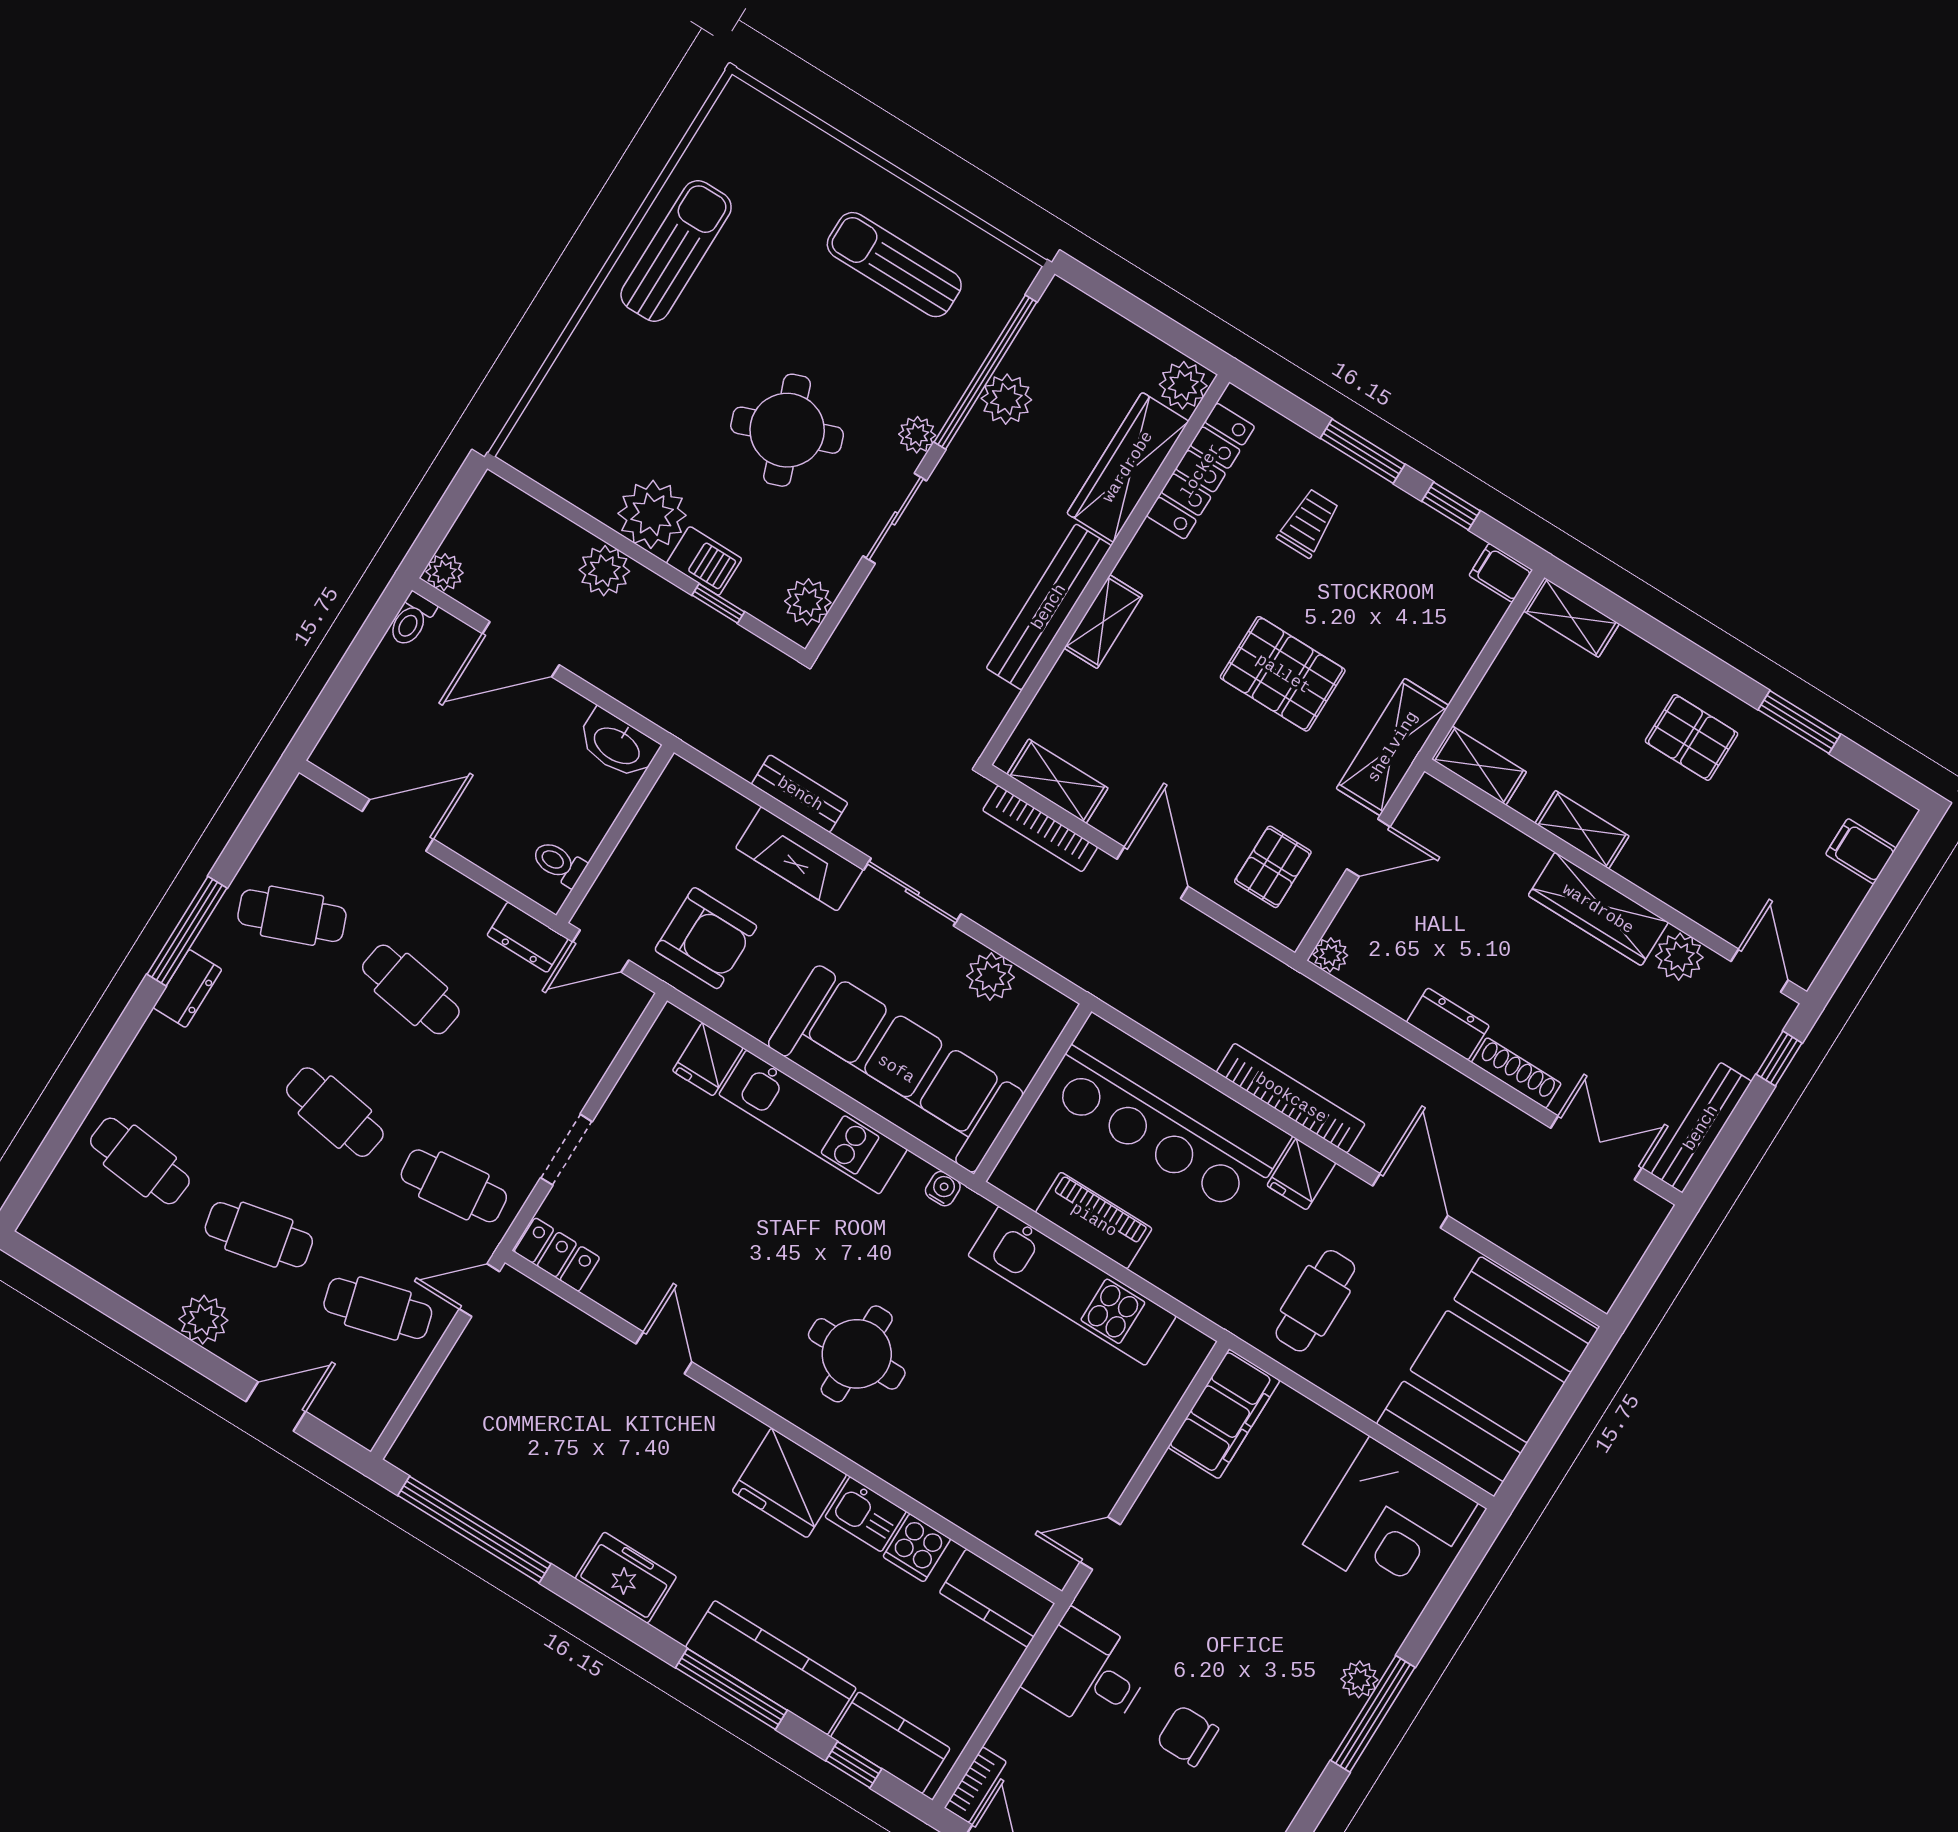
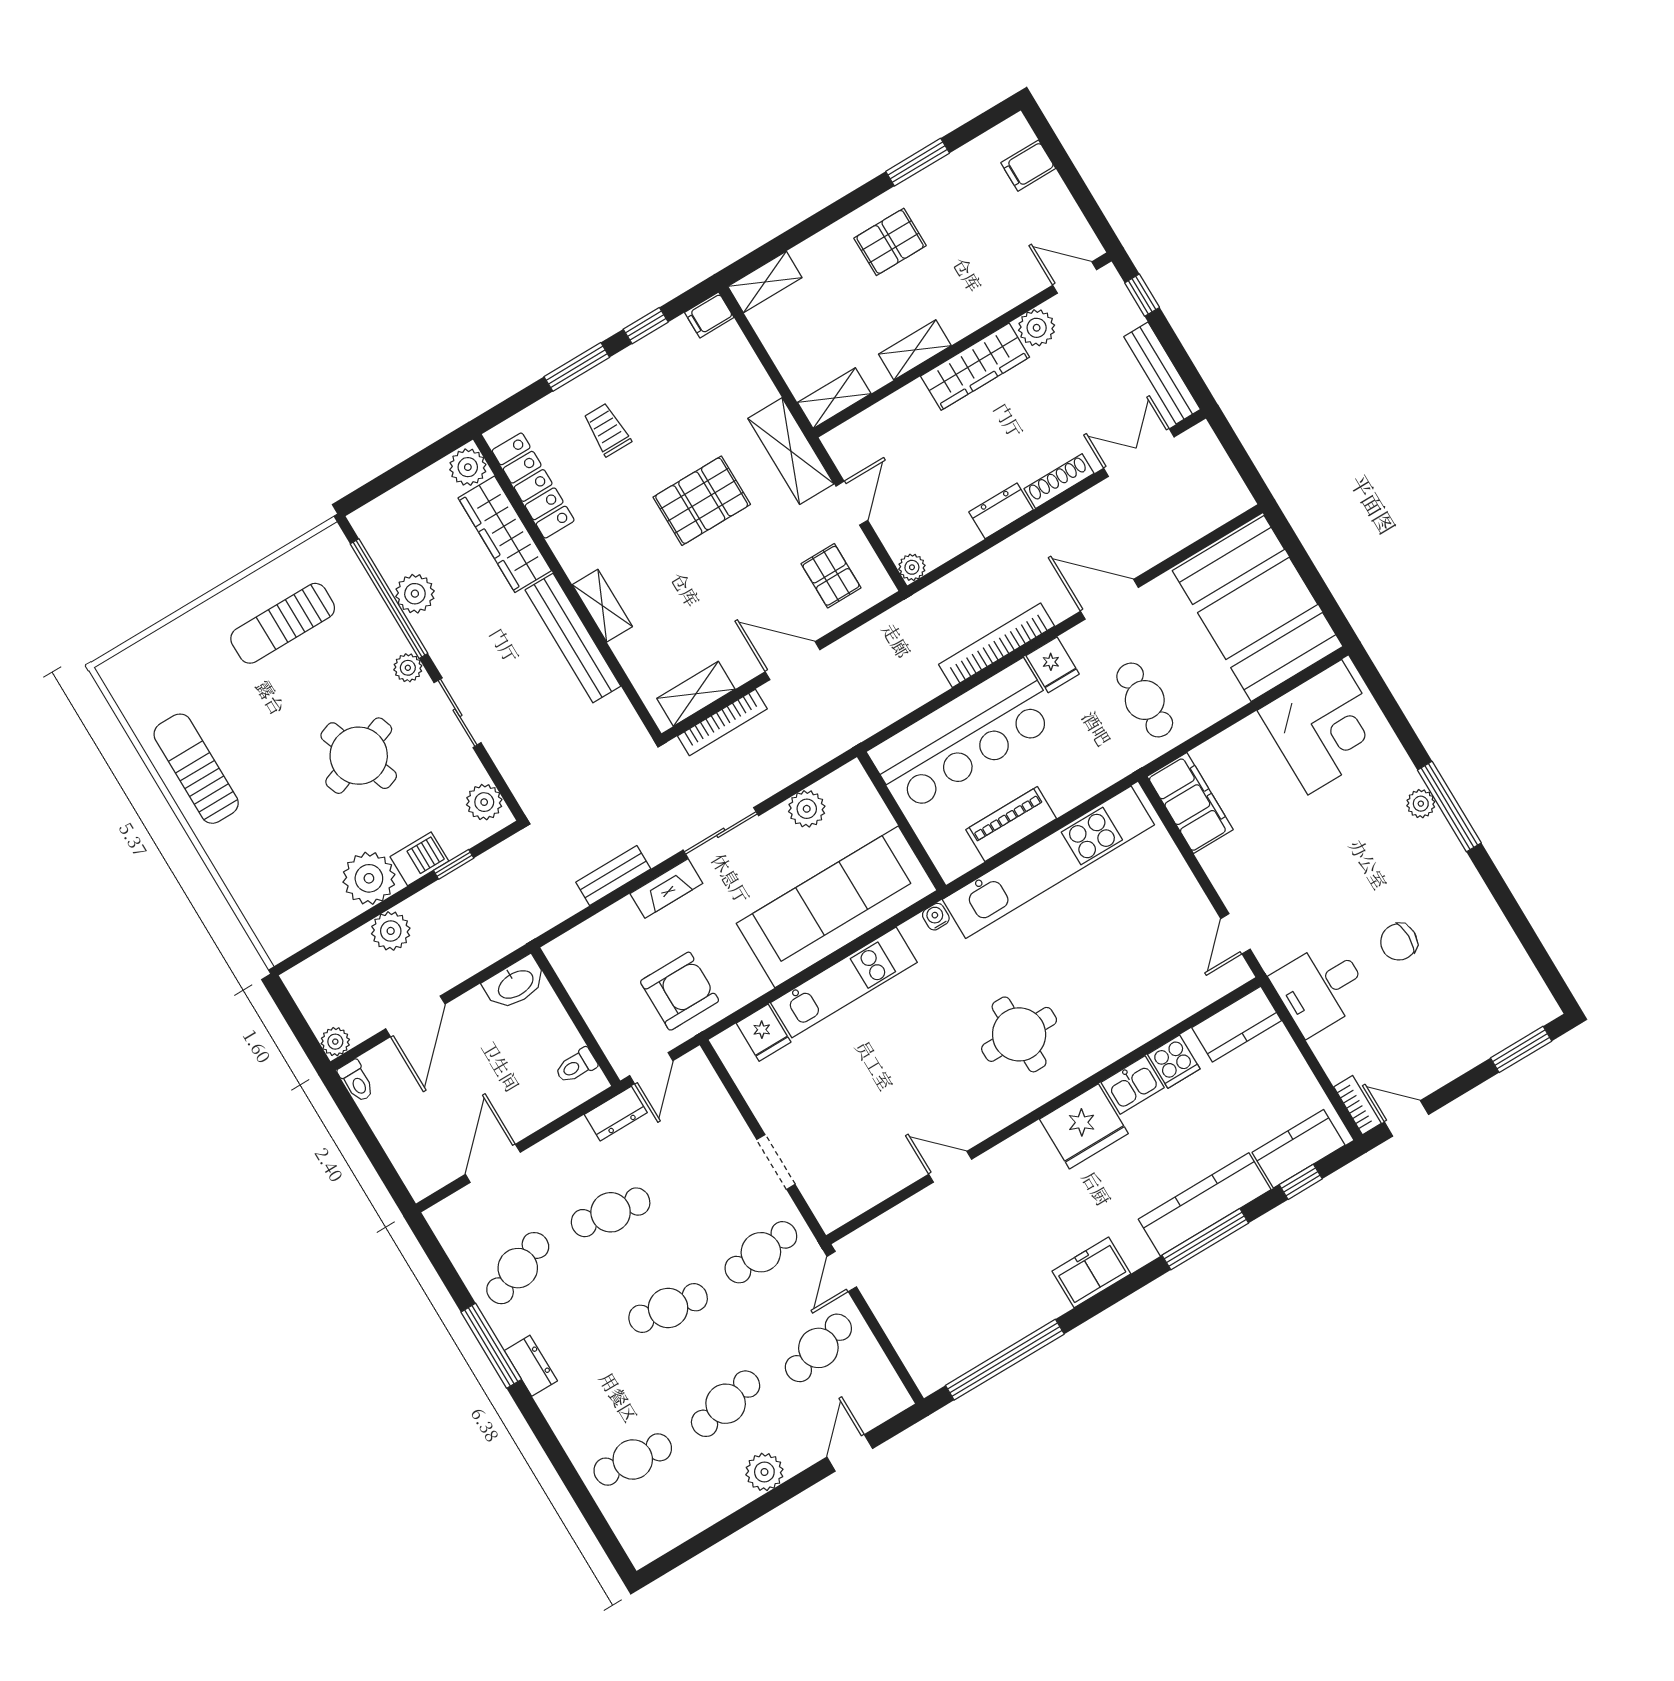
fireplace: (799, 859) -> (666, 888), width x0.73, depth x0.76
locker: (557, 1255) -> (845, 1206), removed
kitchen unit: (1072, 1286) -> (1048, 862), width x1.36

